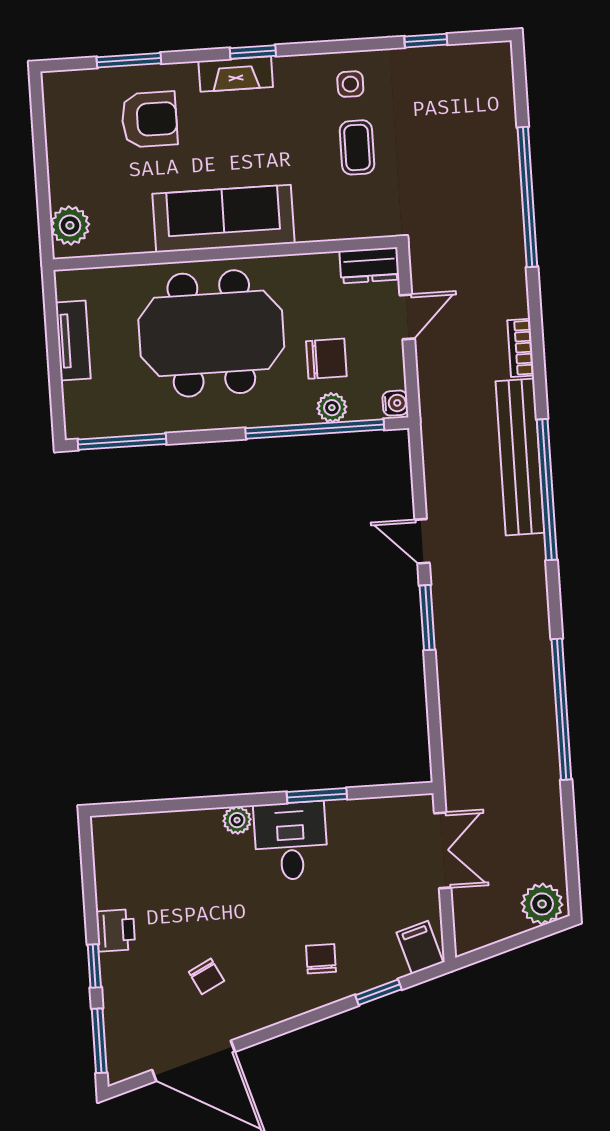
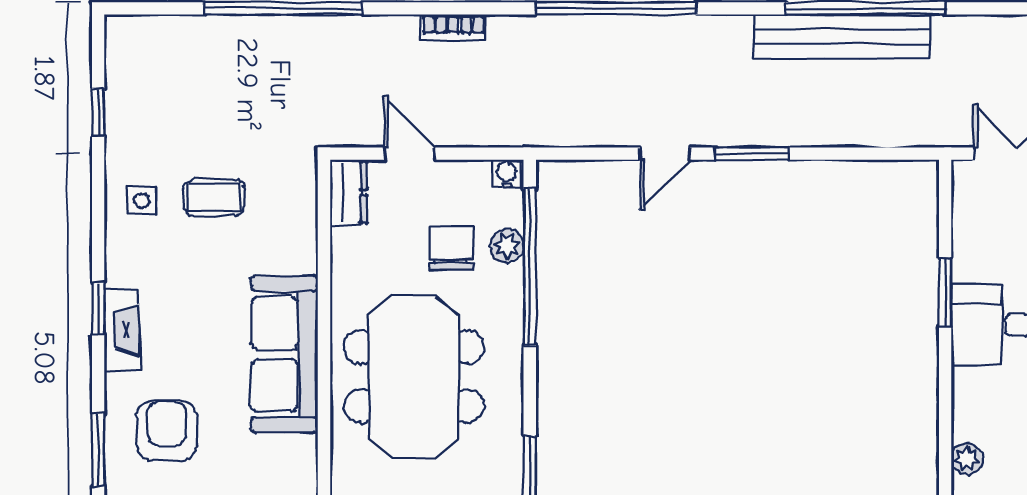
bench: (520, 457) -> (842, 36), moved
plant: (237, 820) -> (967, 459), moved

